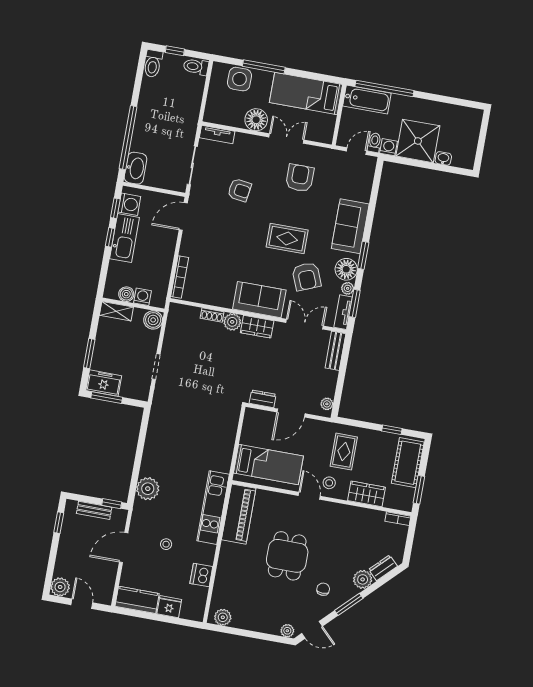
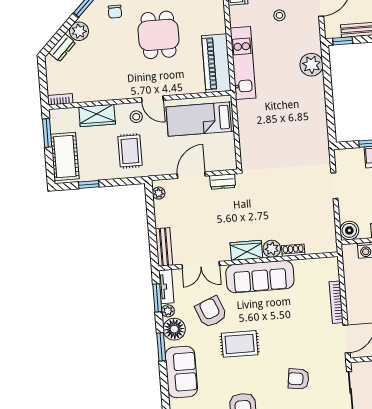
bookcase: (180, 277) -> (336, 302), moved
sofa: (259, 300) -> (260, 277), width x1.36

